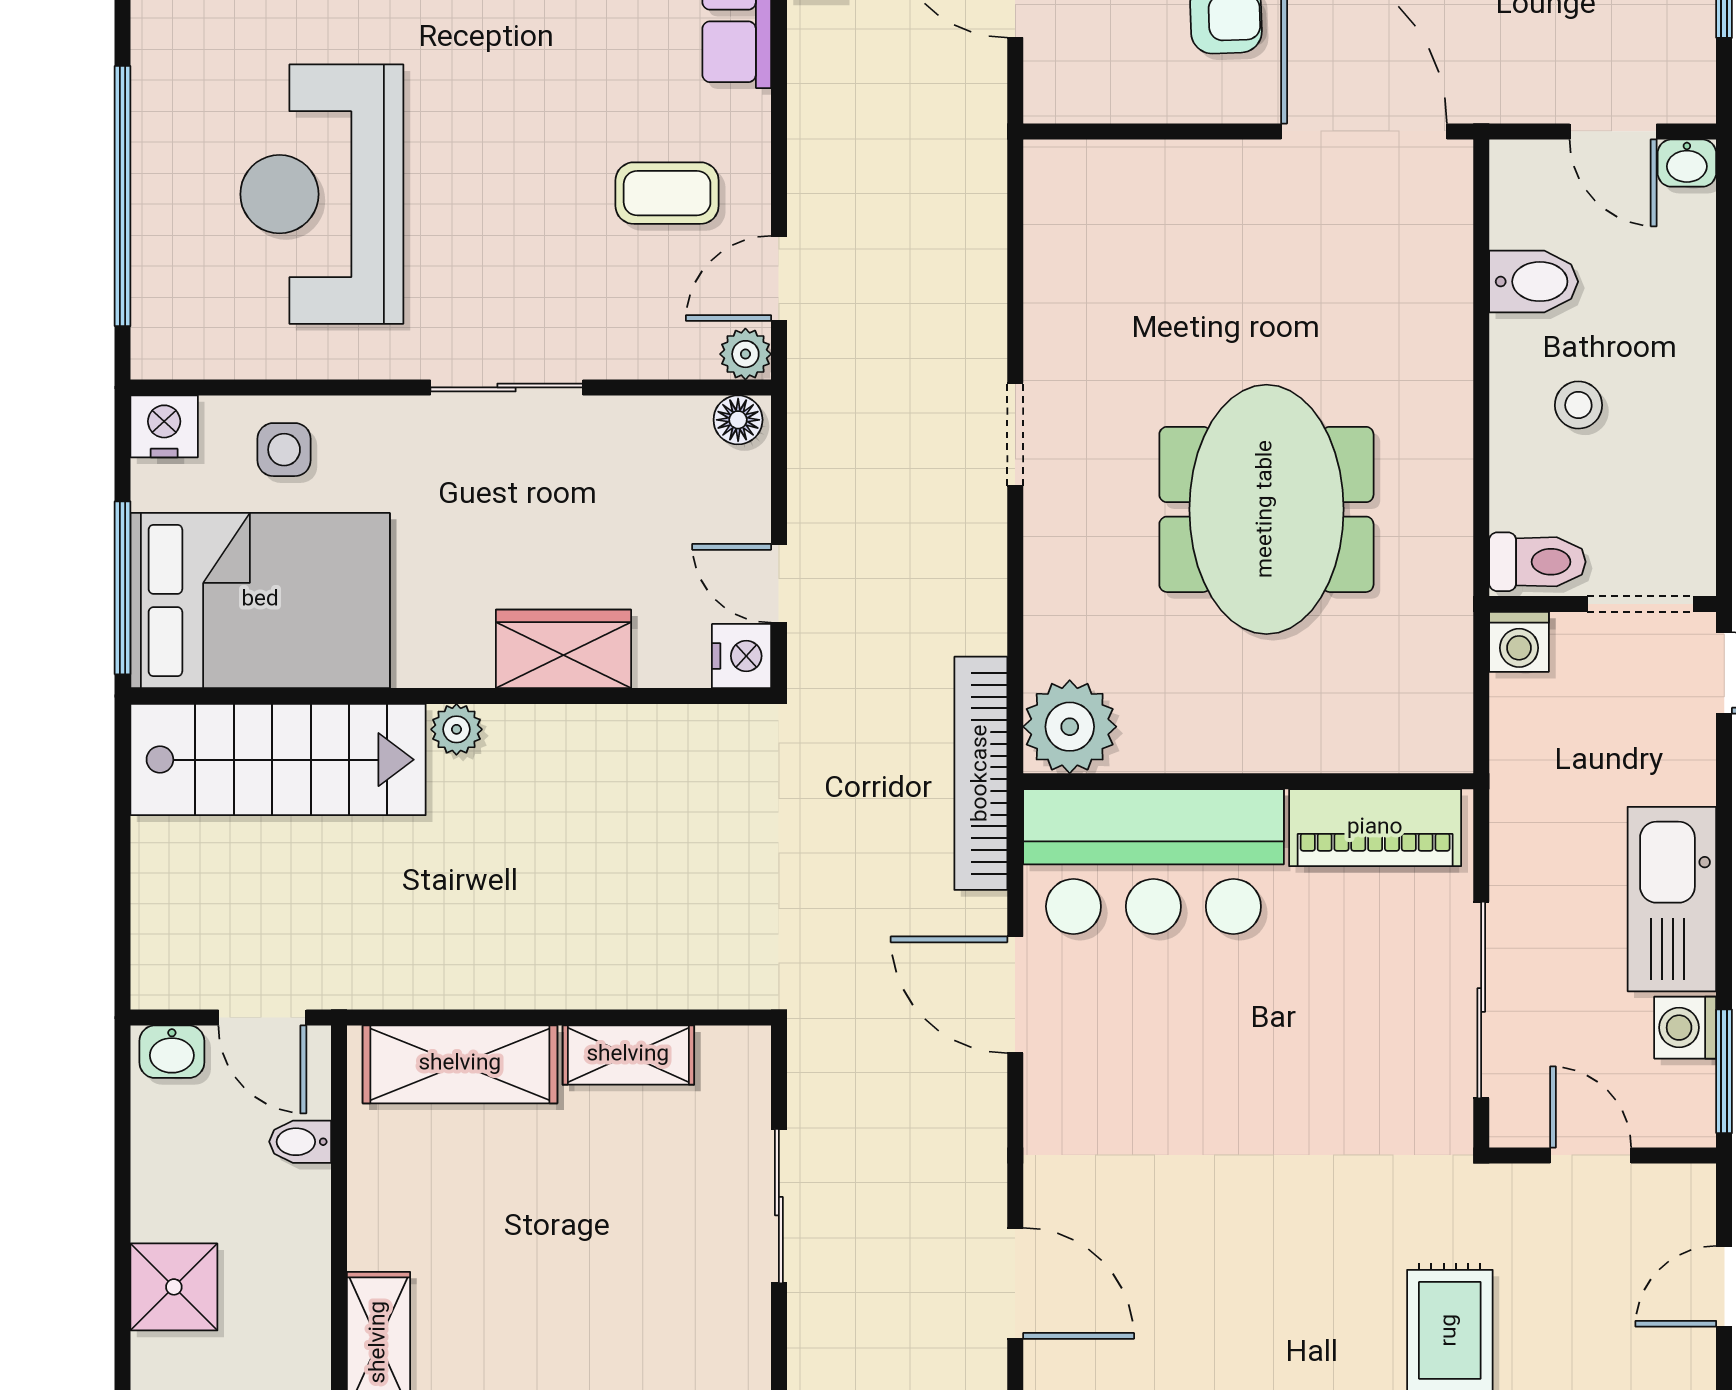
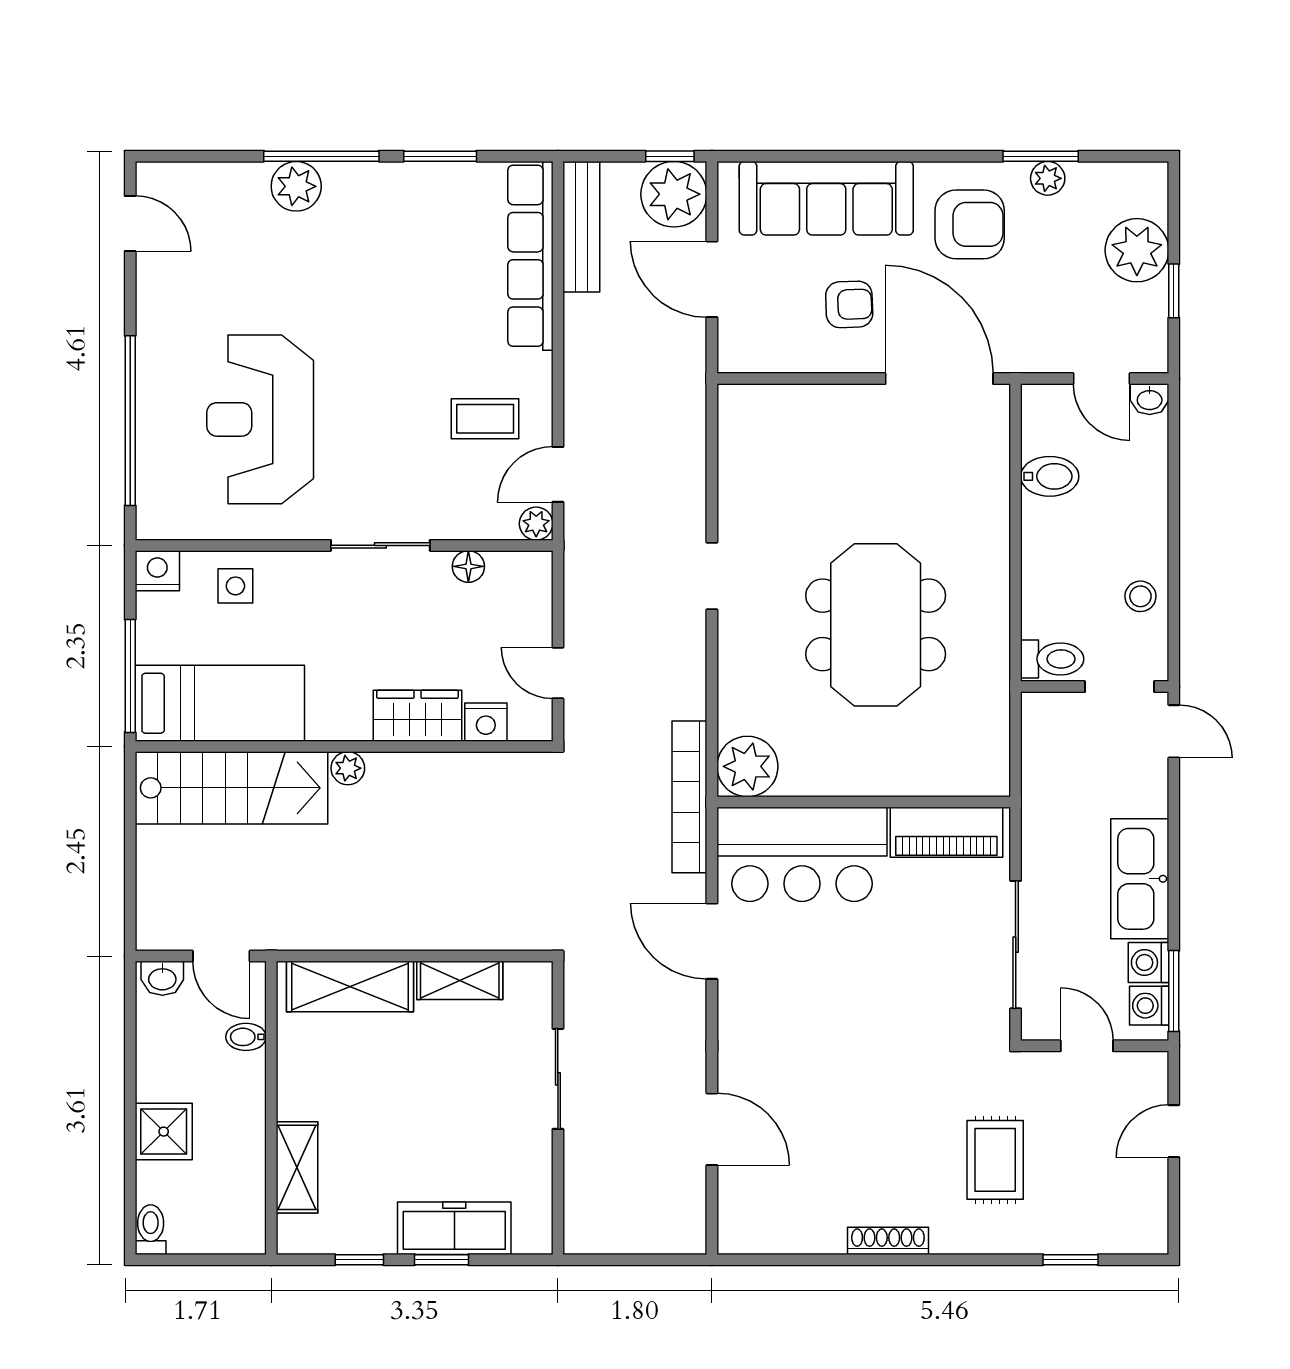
stool: (1578, 405) -> (1140, 596), moved
floor lamp: (738, 420) -> (468, 566), moved
bed: (260, 600) -> (220, 703), width x0.67
washing machine: (1519, 642) -> (1149, 1006), moved, turned 90
nightstand: (741, 656) -> (486, 722), moved, turned 90

